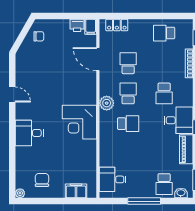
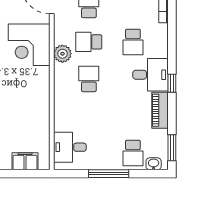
school desk: (128, 93) -> (89, 42), turned -90
corner desk: (79, 122) -> (29, 45), moved
school desk: (128, 124) -> (89, 79), turned -90

